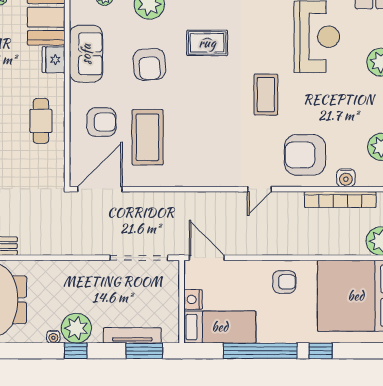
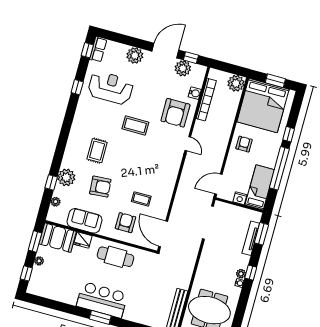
cafe table: (41, 121) -> (115, 257), width x1.37, depth x1.35
coffee table: (148, 137) -> (141, 199), width x0.54, depth x0.58
plant: (76, 328) -> (241, 274), width x0.53, depth x0.53

